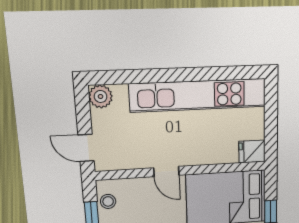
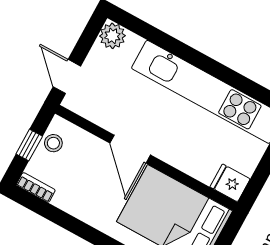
door: (166, 172) -> (130, 149), width x1.37

